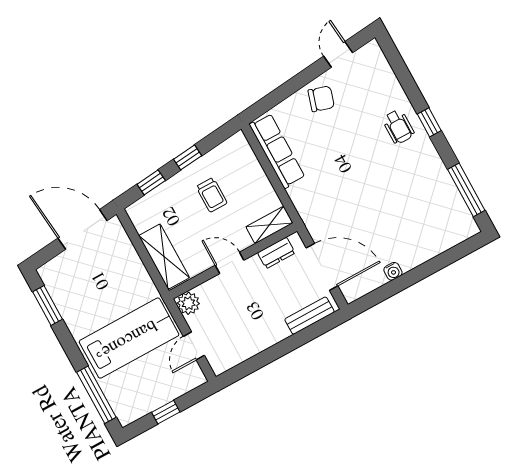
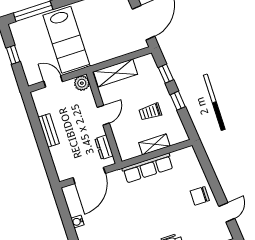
door: (338, 54) -> (227, 212), hinge flipped
chair: (321, 99) -> (200, 196), turned 73
row of seats: (277, 151) -> (148, 168), moved
shelving: (269, 225) -> (154, 144), moved, turned 90
bench: (309, 316) -> (49, 130), moved

